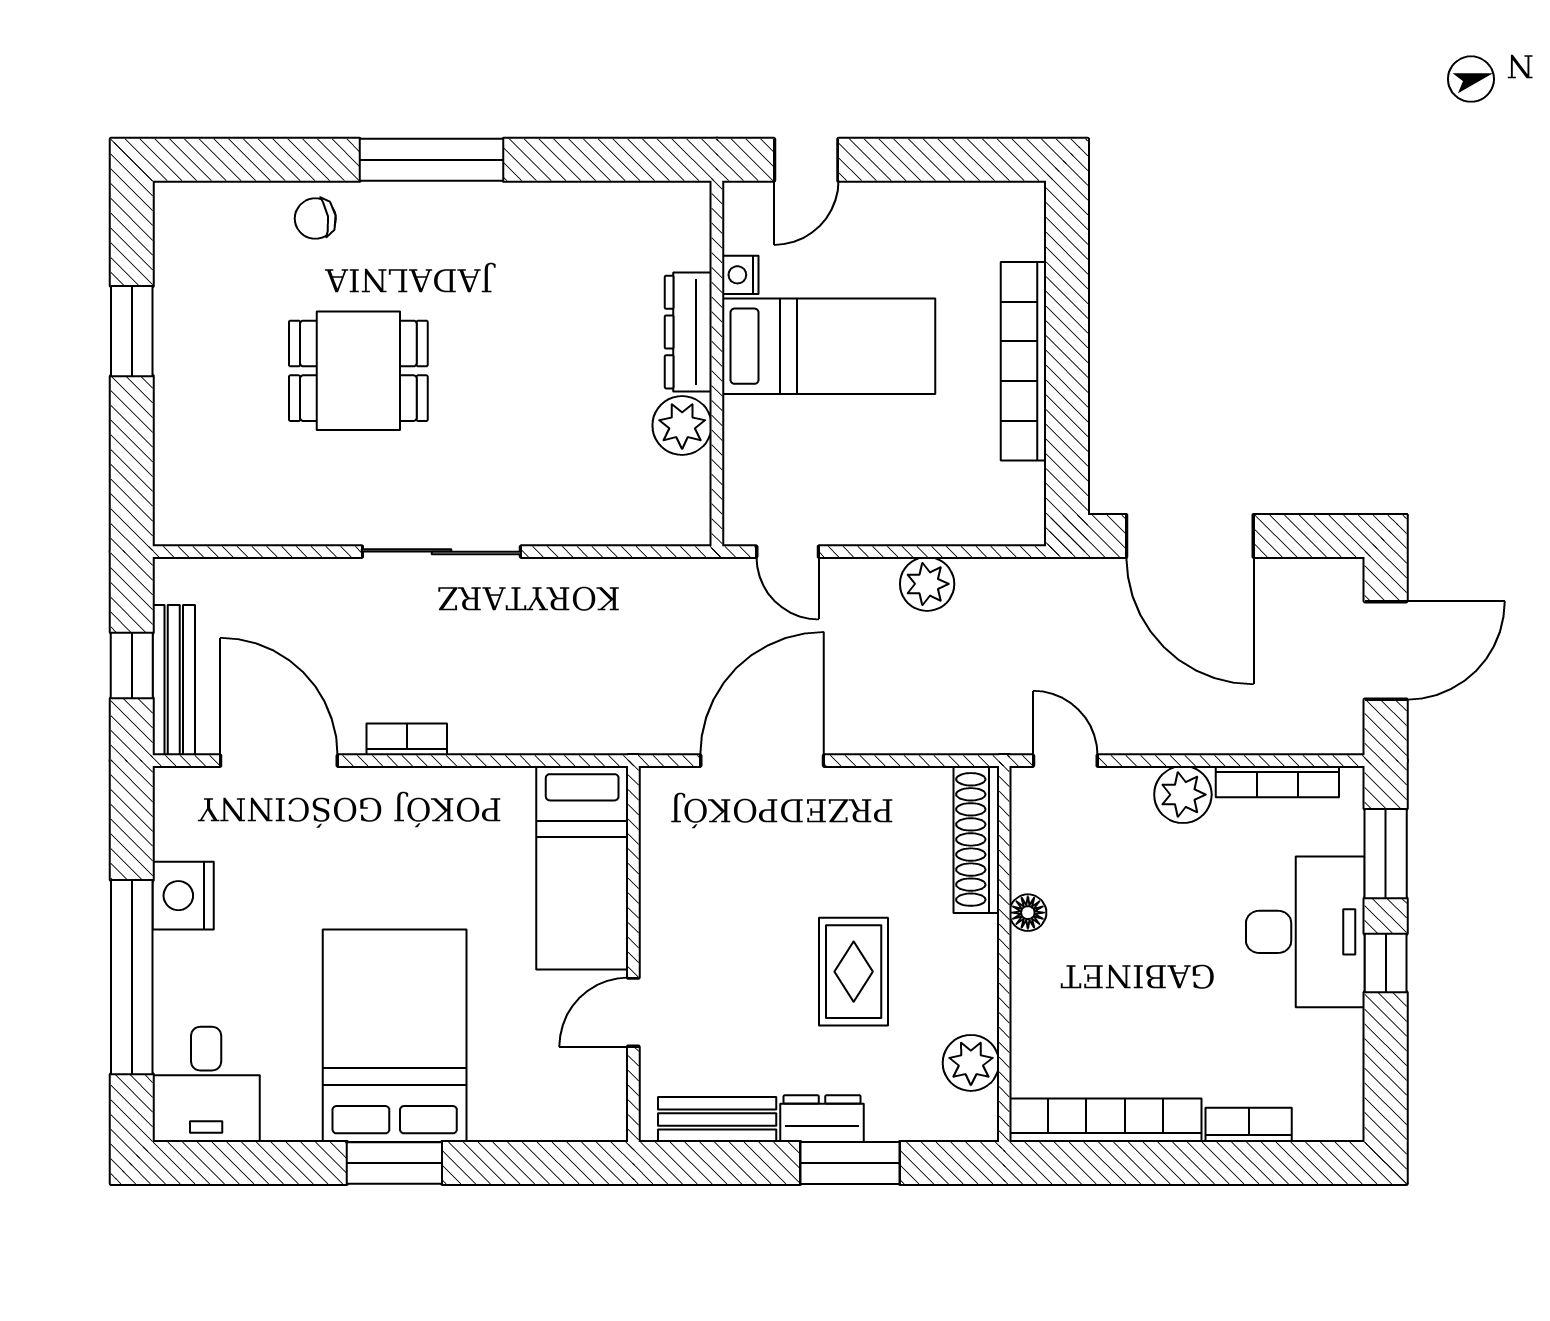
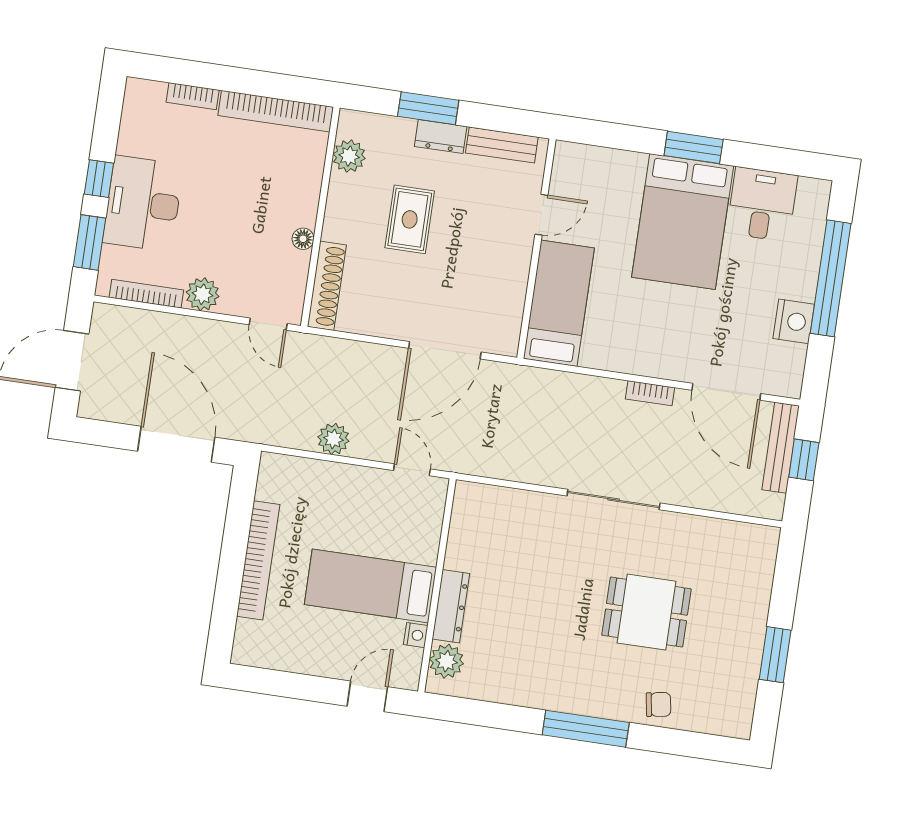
plant: (682, 425) -> (446, 661), moved
desk: (206, 1084) -> (762, 204), moved

